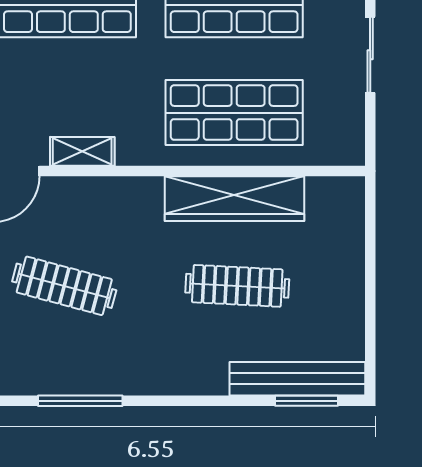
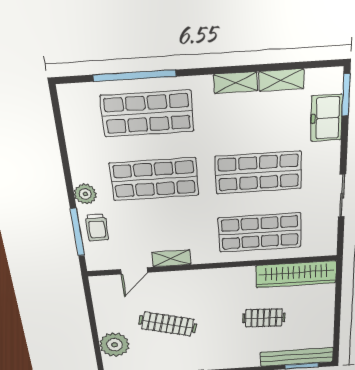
wardrobe: (234, 199) -> (296, 274), moved
clothes rail: (237, 286) -> (264, 318), width x0.73

